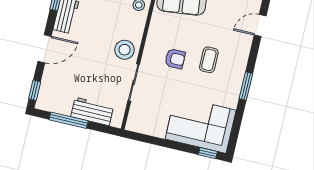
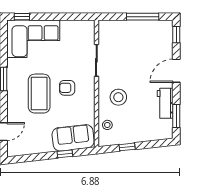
stool: (125, 50) -> (118, 97), moved
coffee table: (209, 60) -> (39, 94), width x1.86, depth x1.72
workbench: (92, 111) -> (125, 28), removed

